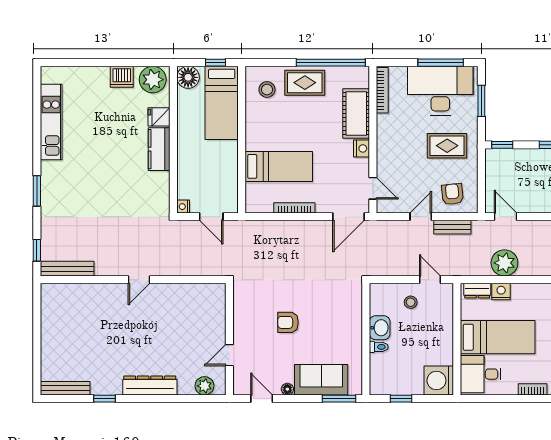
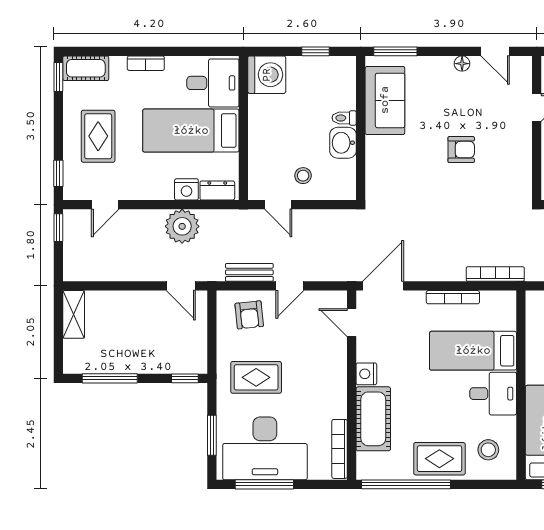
desk: (263, 133) -> (493, 394), added
bookcase: (262, 226) -> (495, 274), added
sofa: (321, 380) -> (385, 100), moved, turned -90

